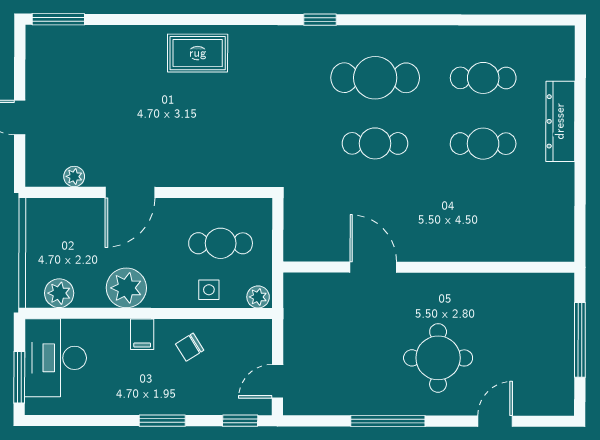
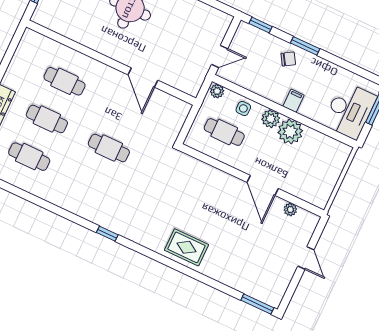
cafe table: (375, 78) -> (65, 81), moved, width x0.73, depth x0.74
door: (130, 192) -> (263, 185), swing flipped
plant: (59, 293) -> (271, 119), moved
chair: (190, 347) -> (288, 59), moved
door: (278, 381) -> (220, 56), moved

